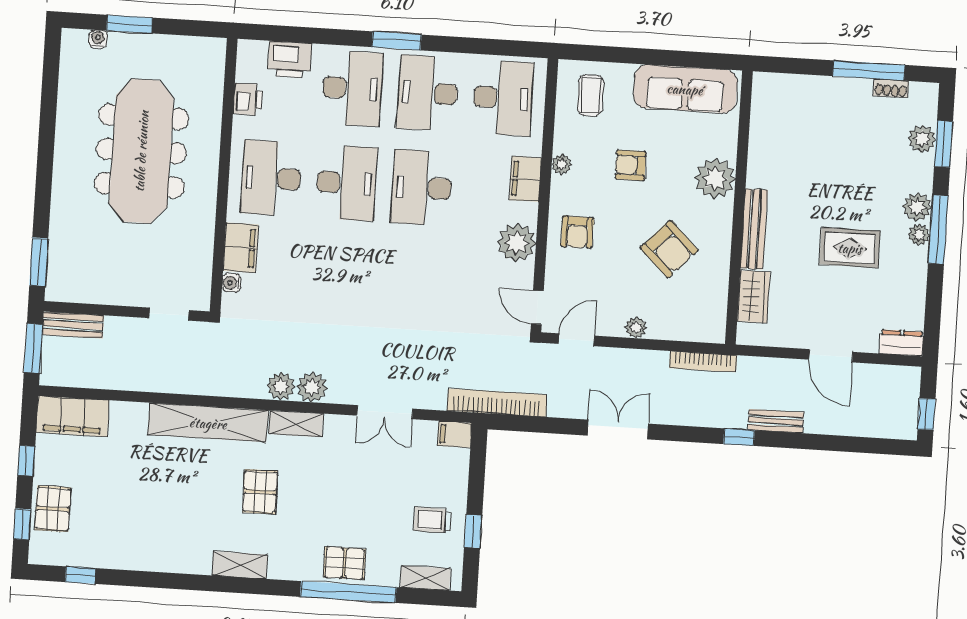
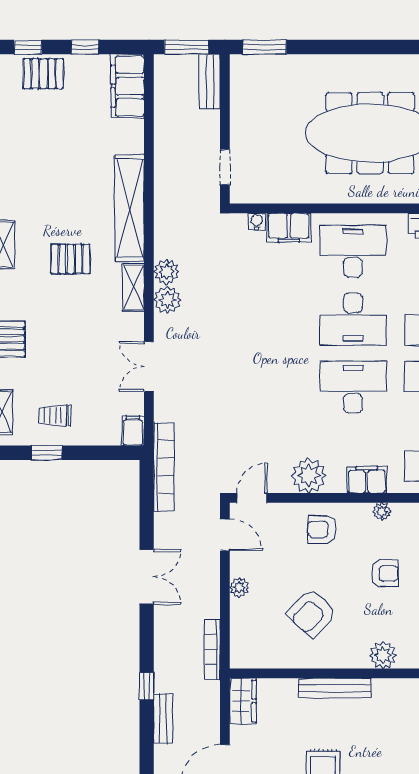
armchair: (630, 165) -> (385, 573), turned 90
plant: (715, 178) -> (383, 655), width x0.73, depth x0.73
wardrobe: (753, 297) -> (243, 701), moved, turned -90
trolley: (432, 520) -> (55, 415), turned -90

